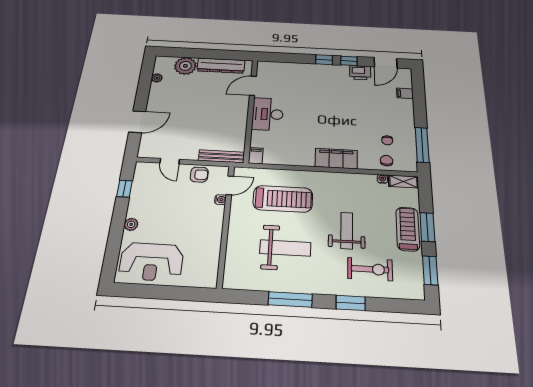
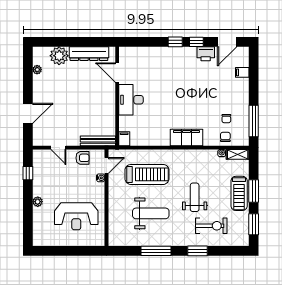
door: (253, 86) -> (117, 73), hinge flipped
treadmill: (408, 229) -> (239, 193), turned 180
reception desk: (151, 262) -> (76, 216), moved

